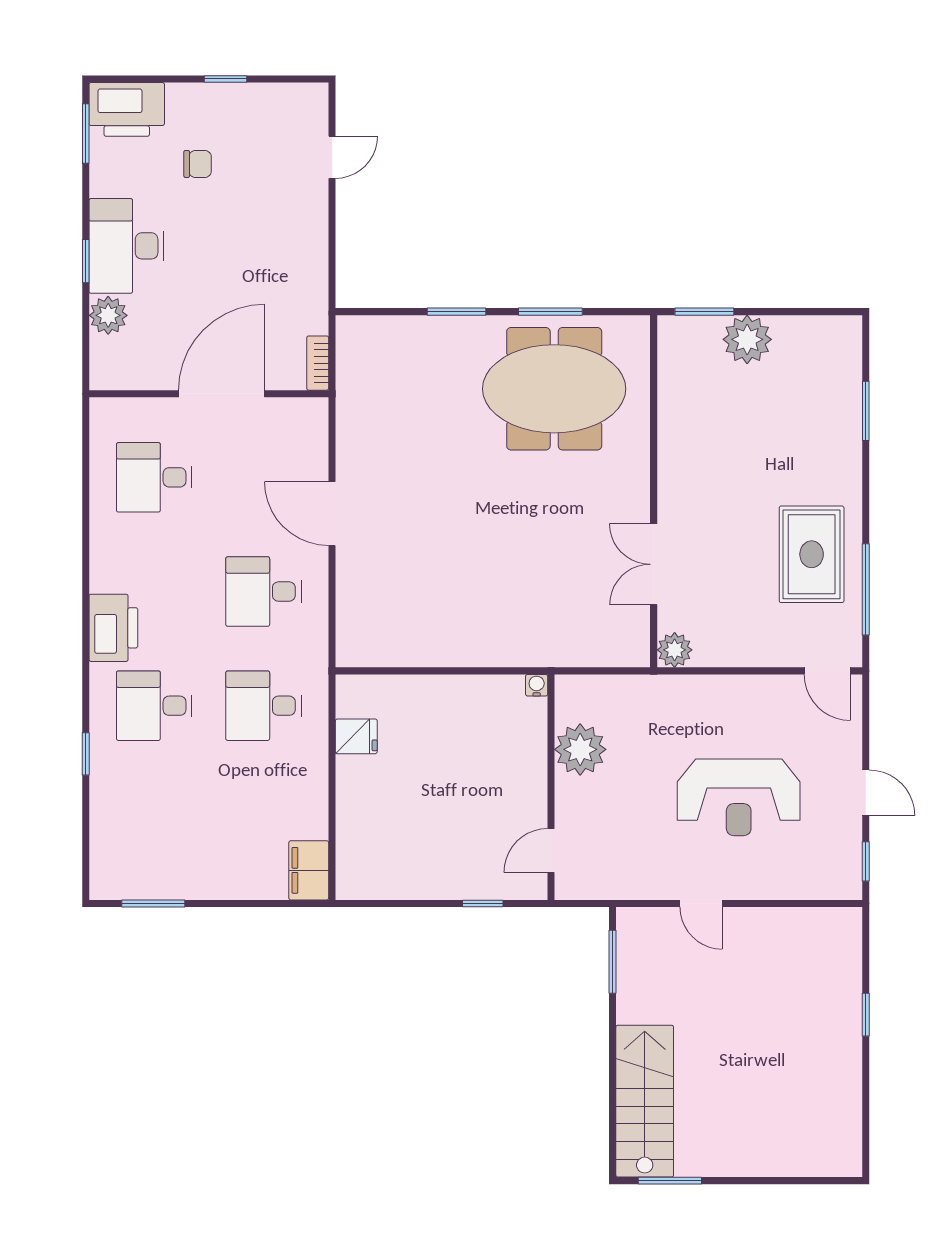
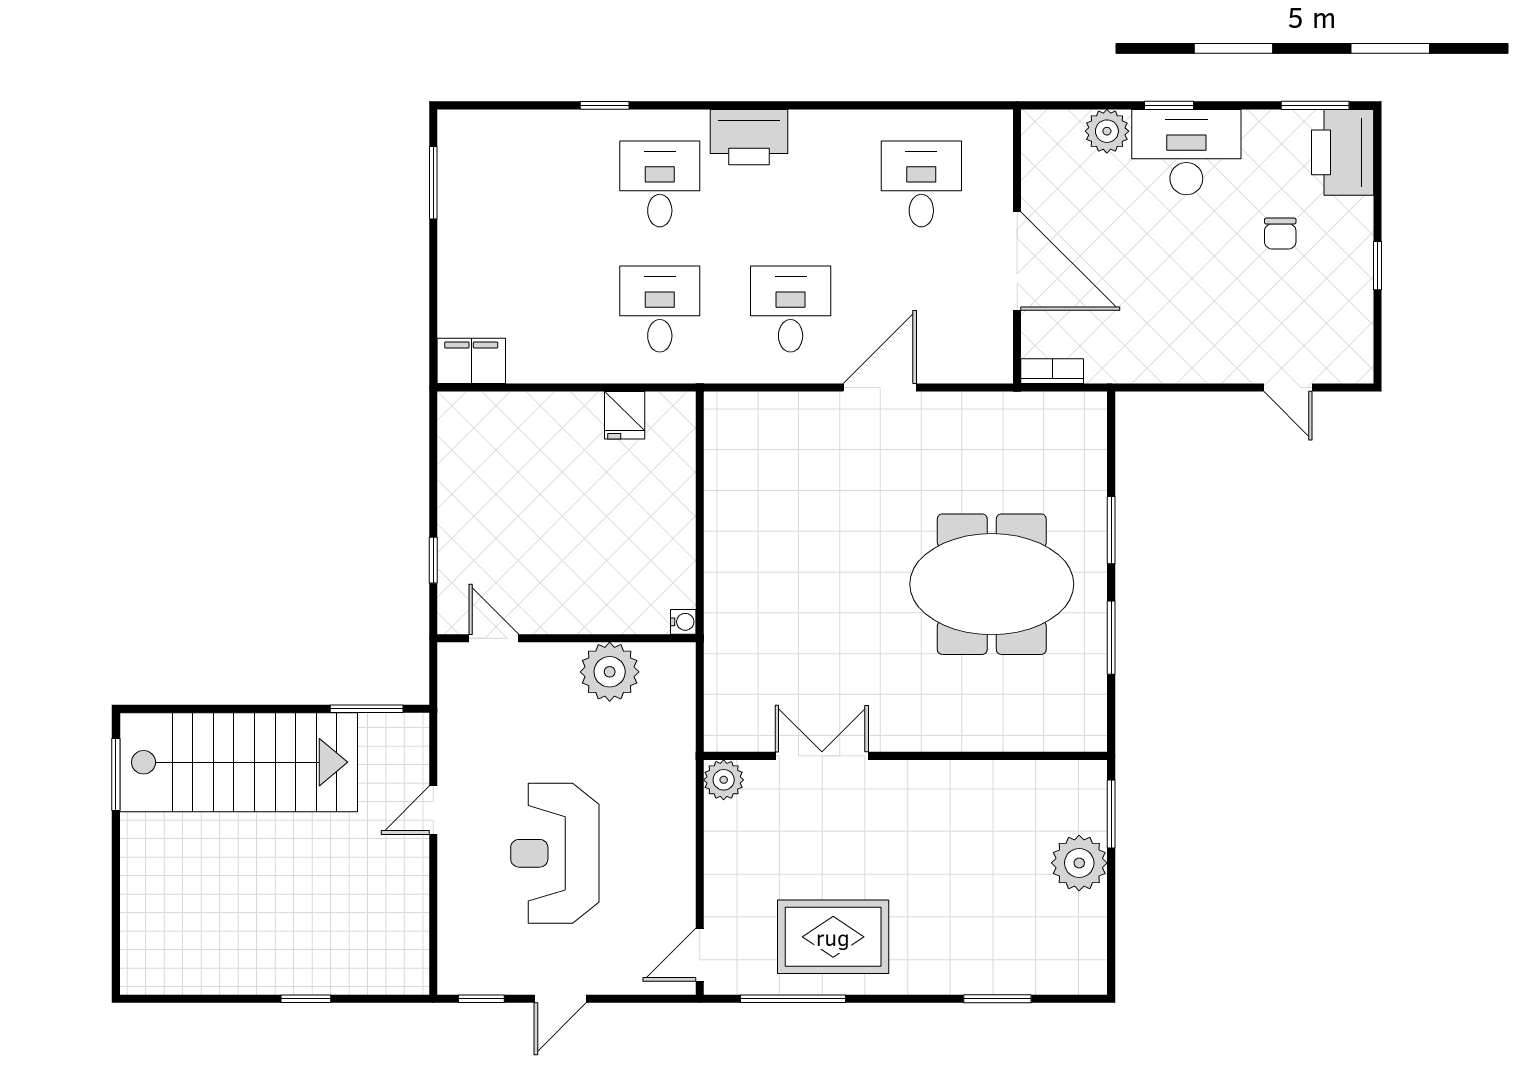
meeting table: (554, 389) -> (992, 584), moved, turned 90
stairs: (645, 1101) -> (239, 762), width x1.36, depth x1.51

